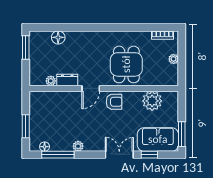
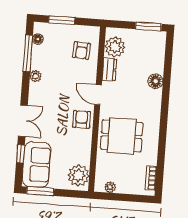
floor lamp: (58, 37) -> (156, 81), moved
plant: (174, 59) -> (110, 187), moved
plant: (51, 81) -> (115, 47), width x1.87, depth x1.87
plant: (152, 101) -> (78, 175), moved
armchair: (114, 102) -> (82, 119), turned 180
armchair: (52, 106) -> (82, 50), added

